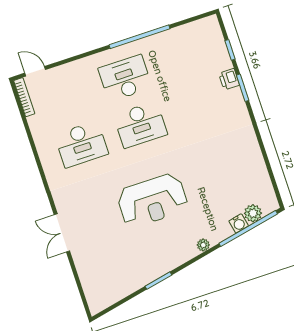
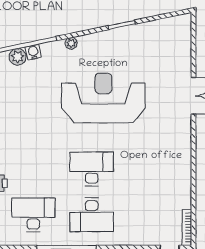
desk: (81, 144) -> (33, 215), moved
reception desk: (152, 200) -> (103, 98), width x1.36, depth x1.30

